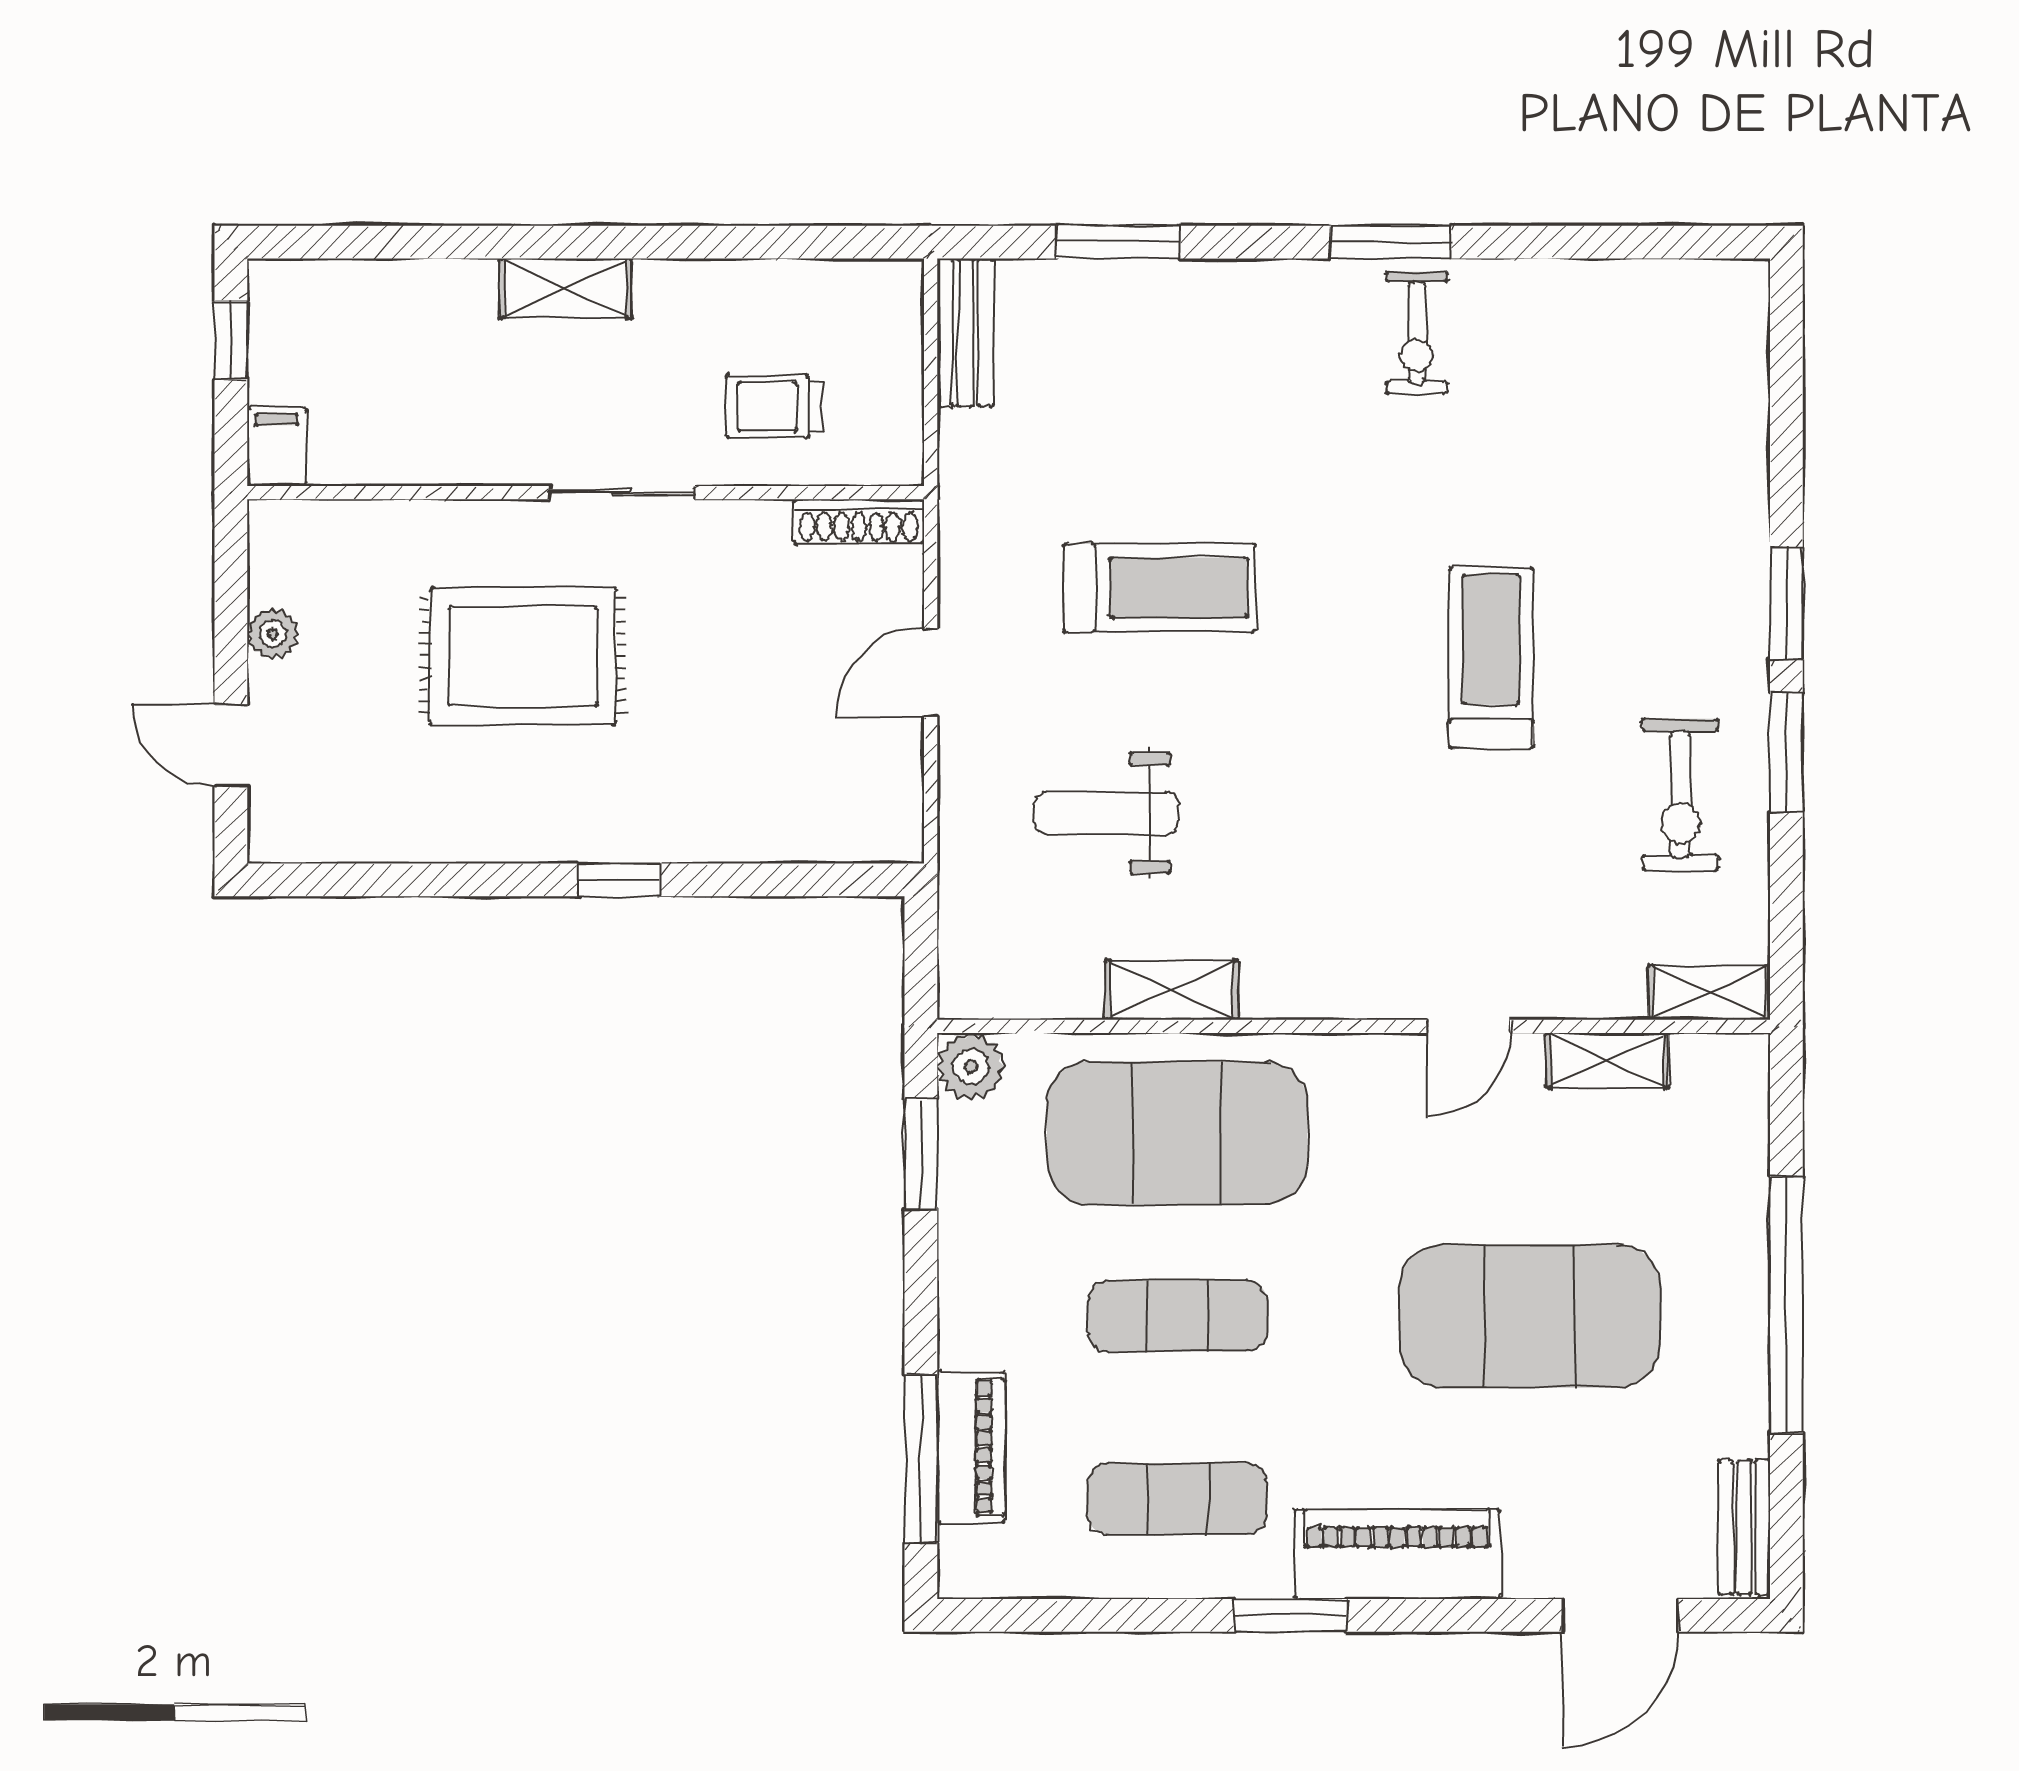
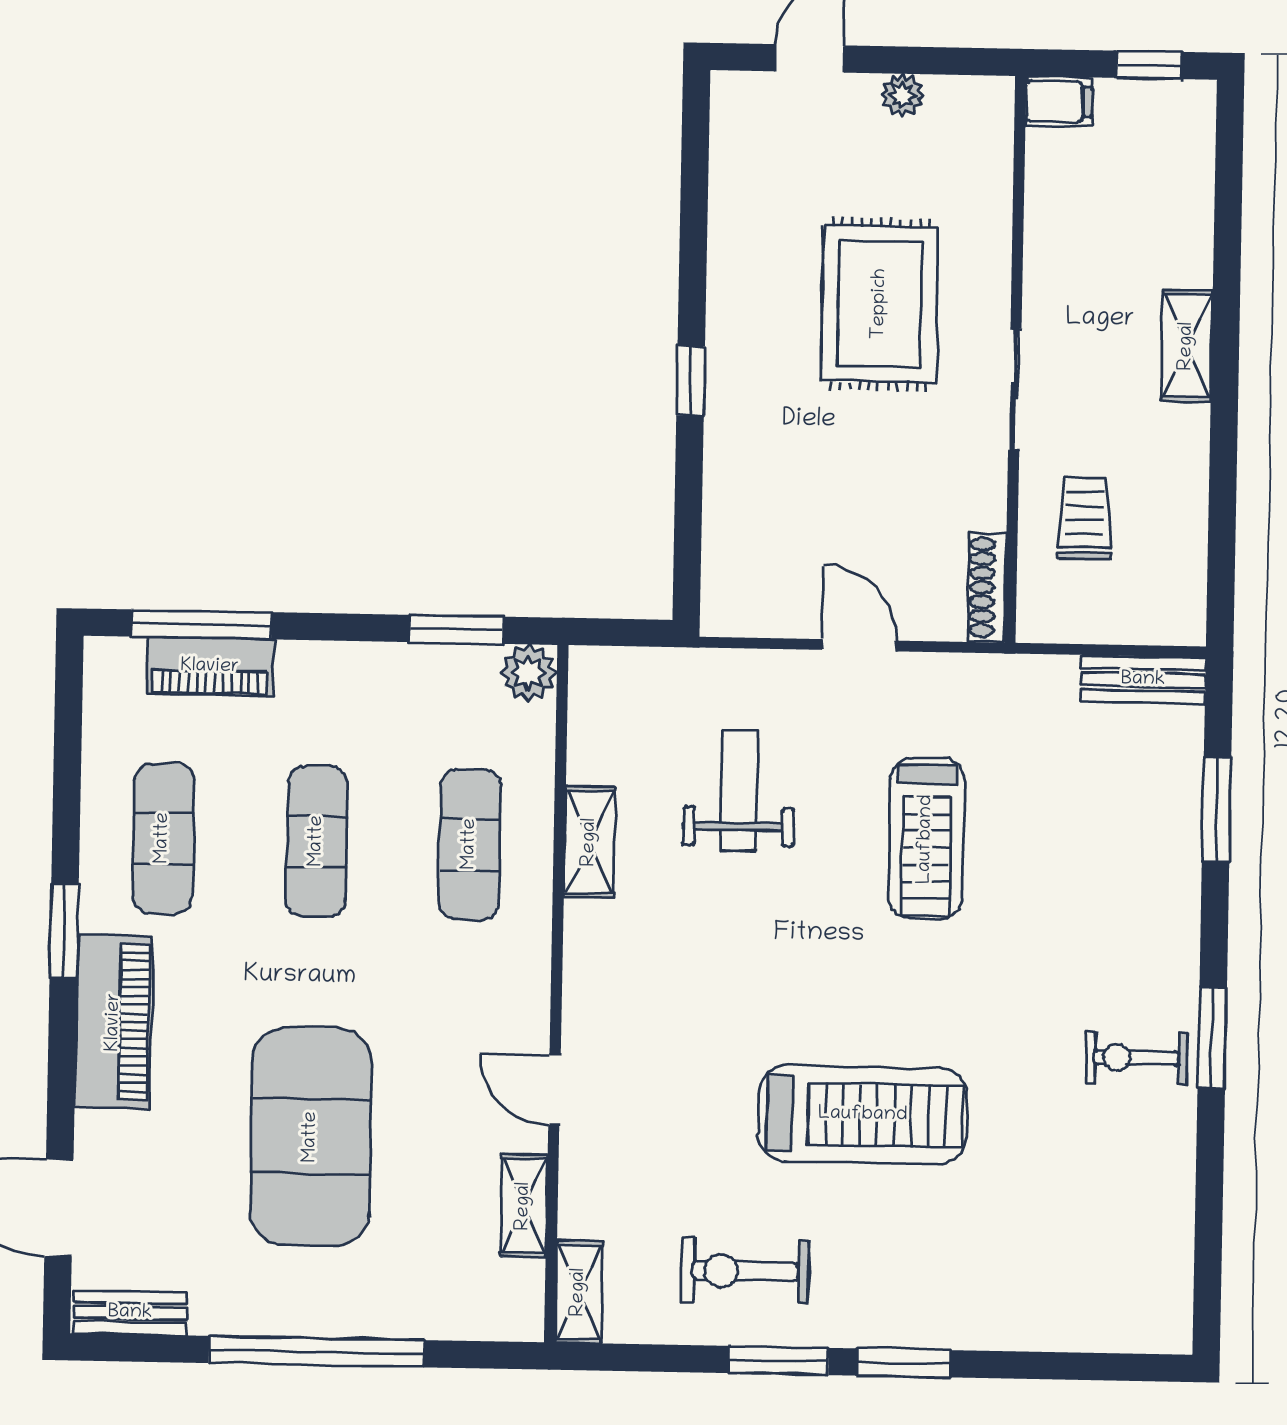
treadmill: (1491, 658) -> (863, 1115), width x1.37, depth x1.38
exercise mat: (1177, 1133) -> (470, 844), width x0.50, depth x0.69

